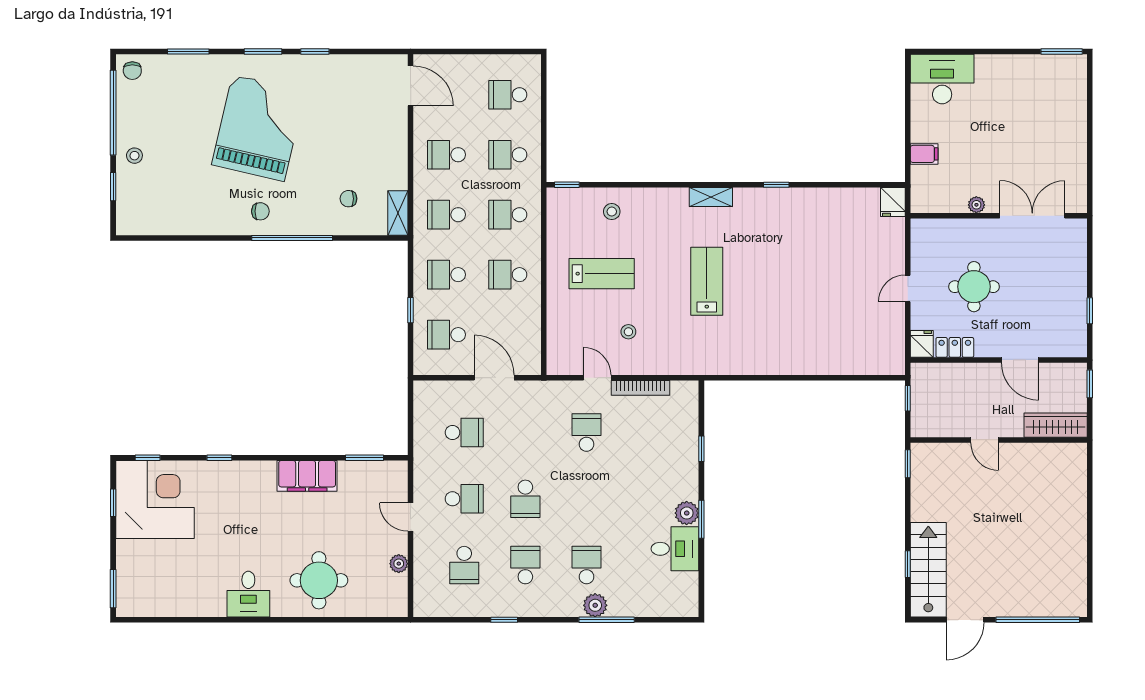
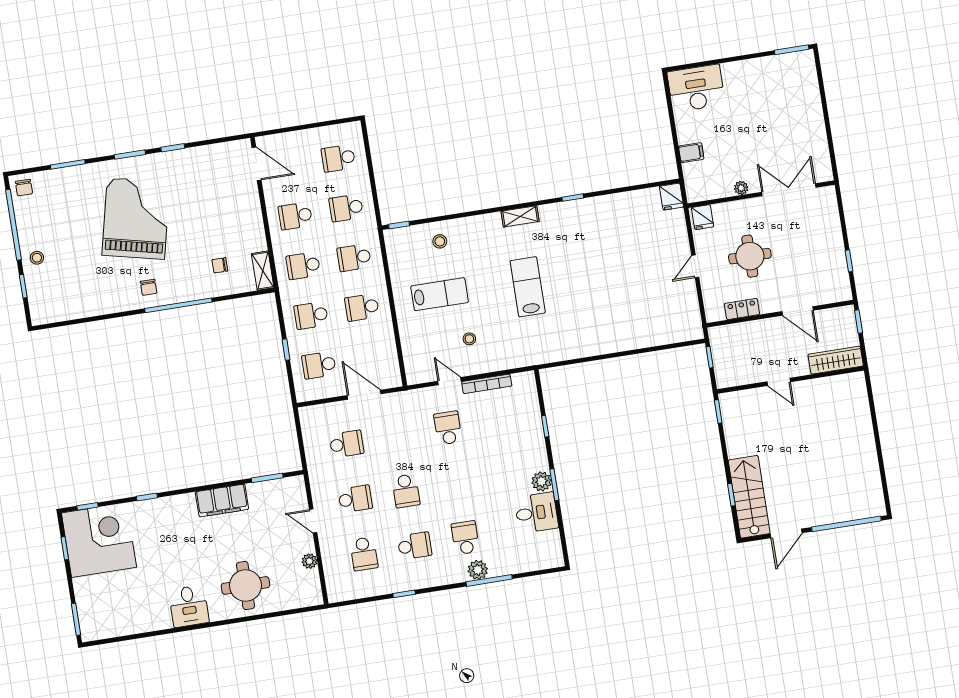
chair: (260, 211) -> (149, 287), turned 90
fridge: (922, 344) -> (703, 217), moved, turned 180
school desk: (525, 565) -> (415, 546), turned 90

